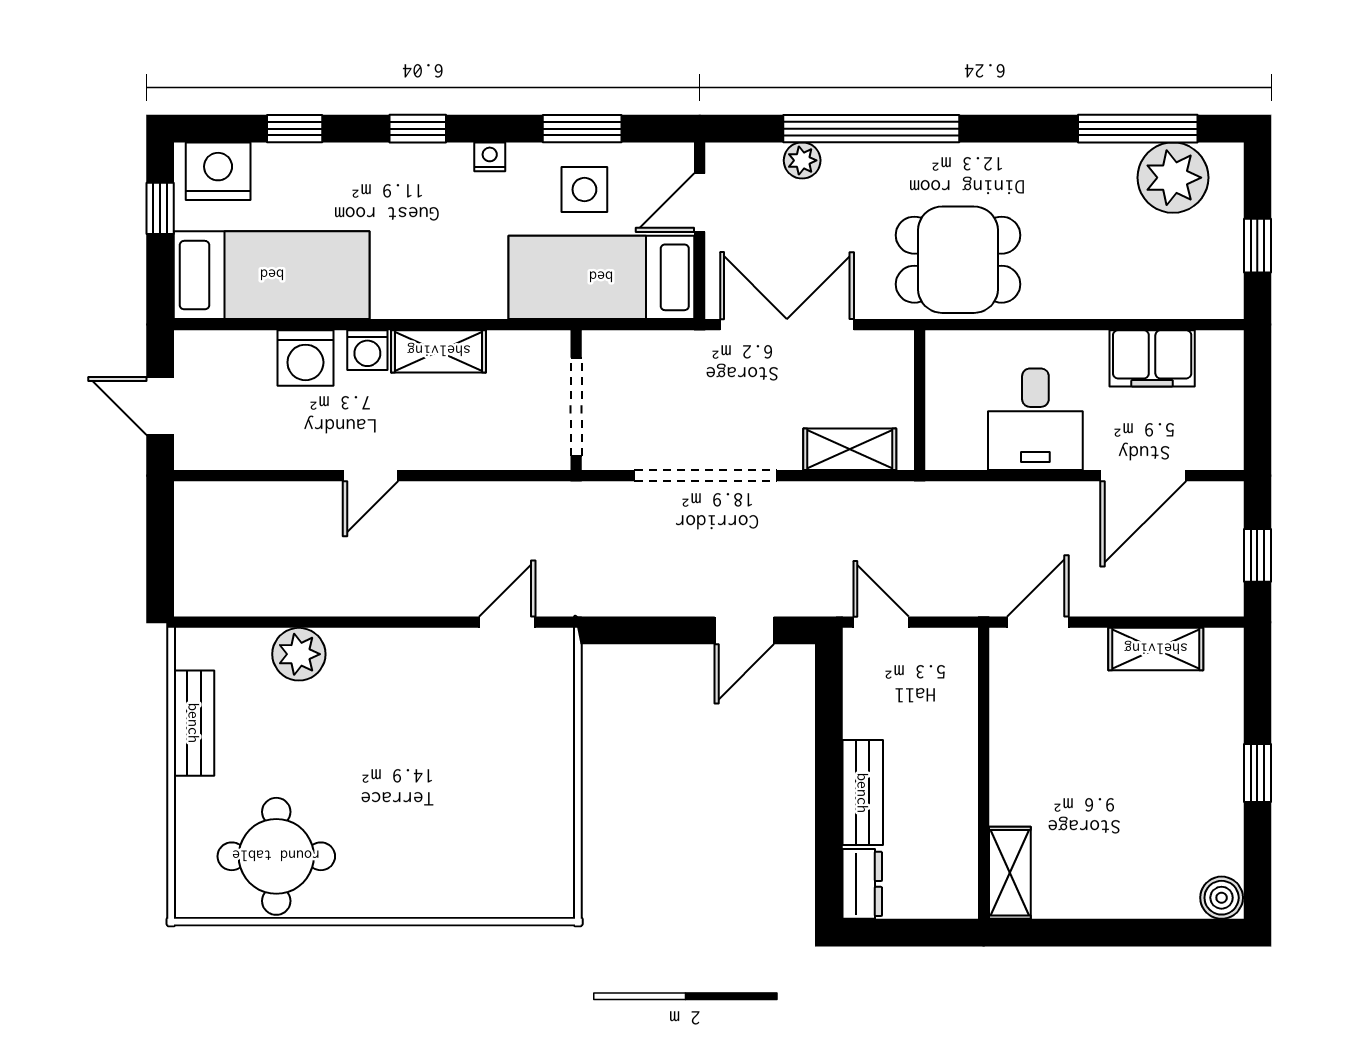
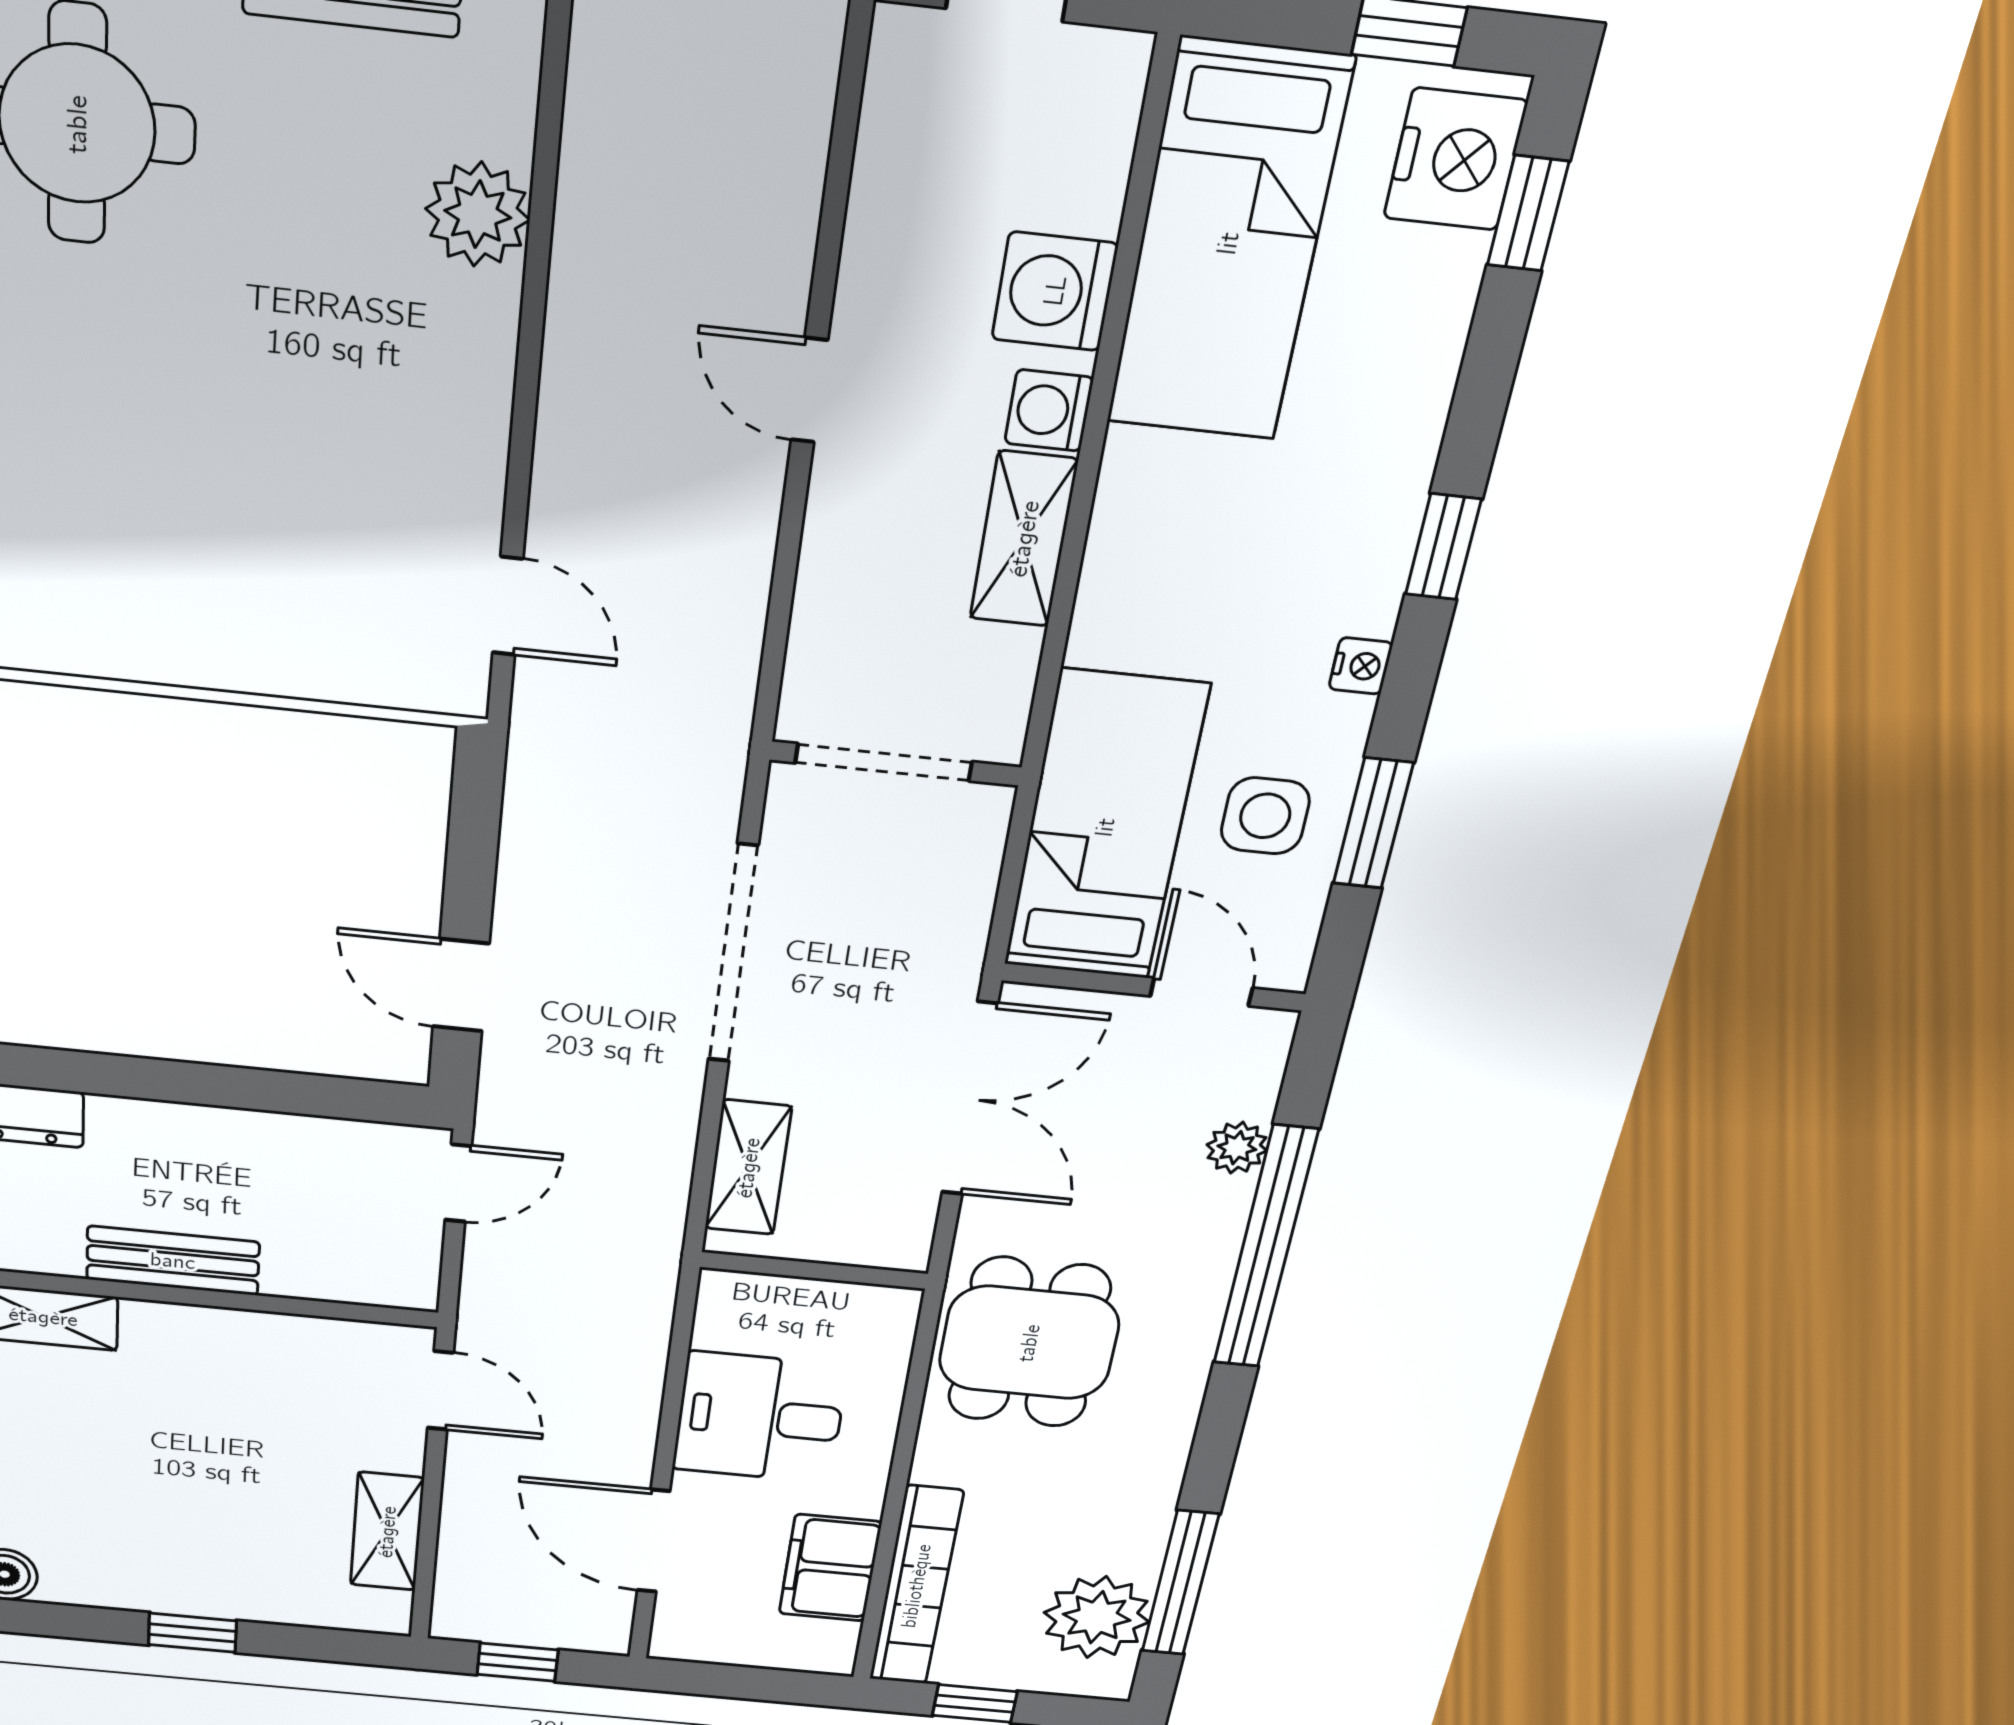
window: (295, 129) -> (1528, 213), moved
bookcase: (1161, 300) -> (916, 1586), added
bench: (863, 793) -> (173, 1261), moved

